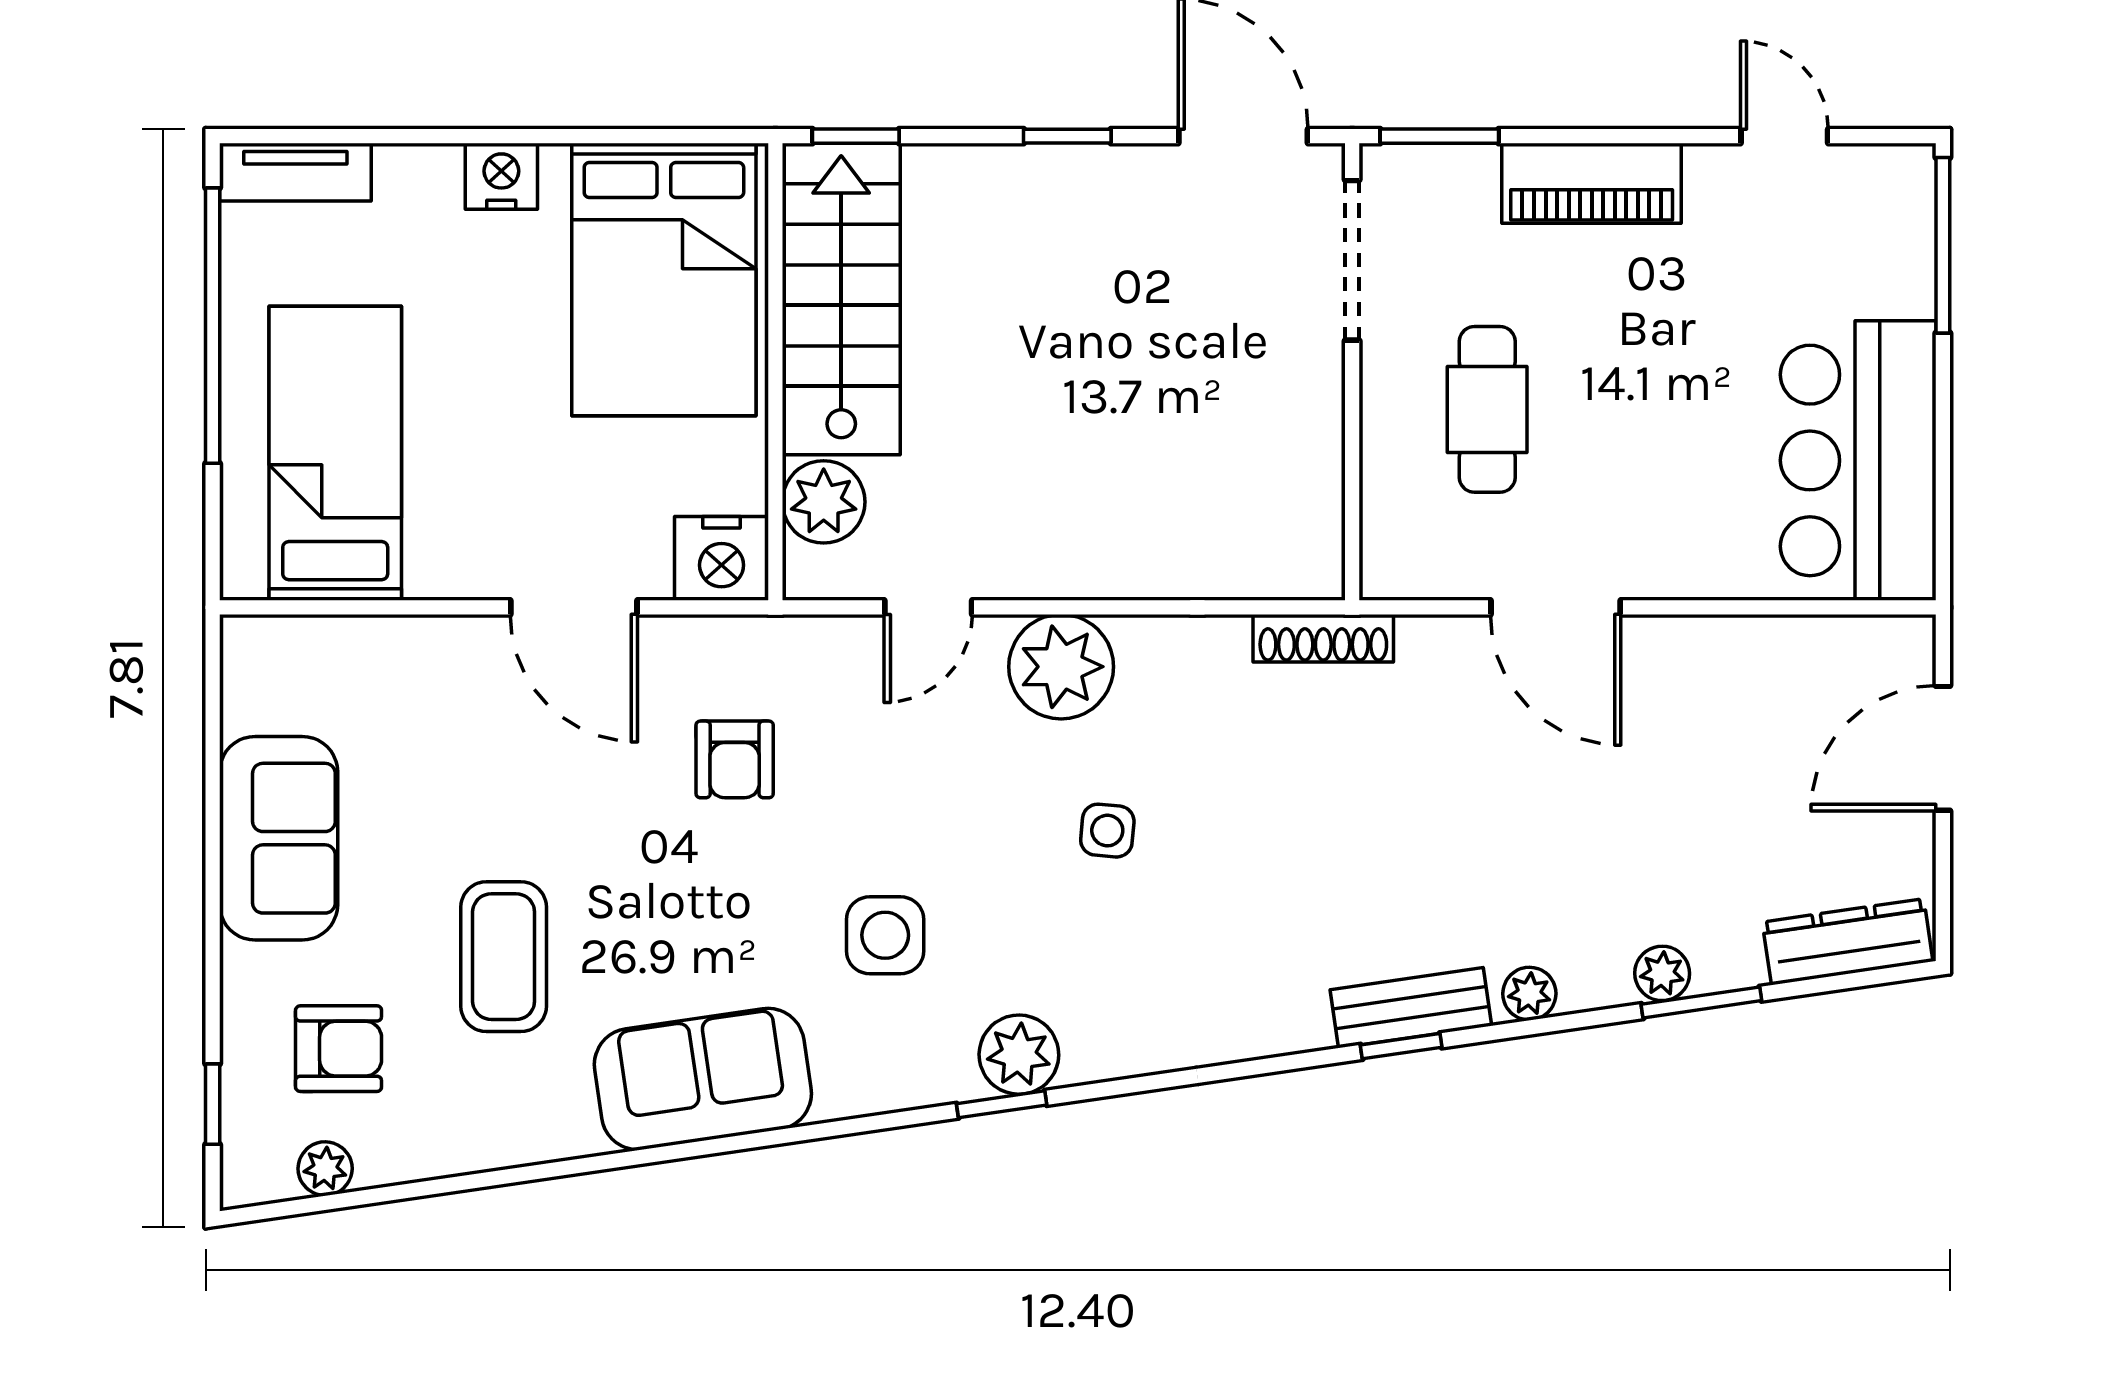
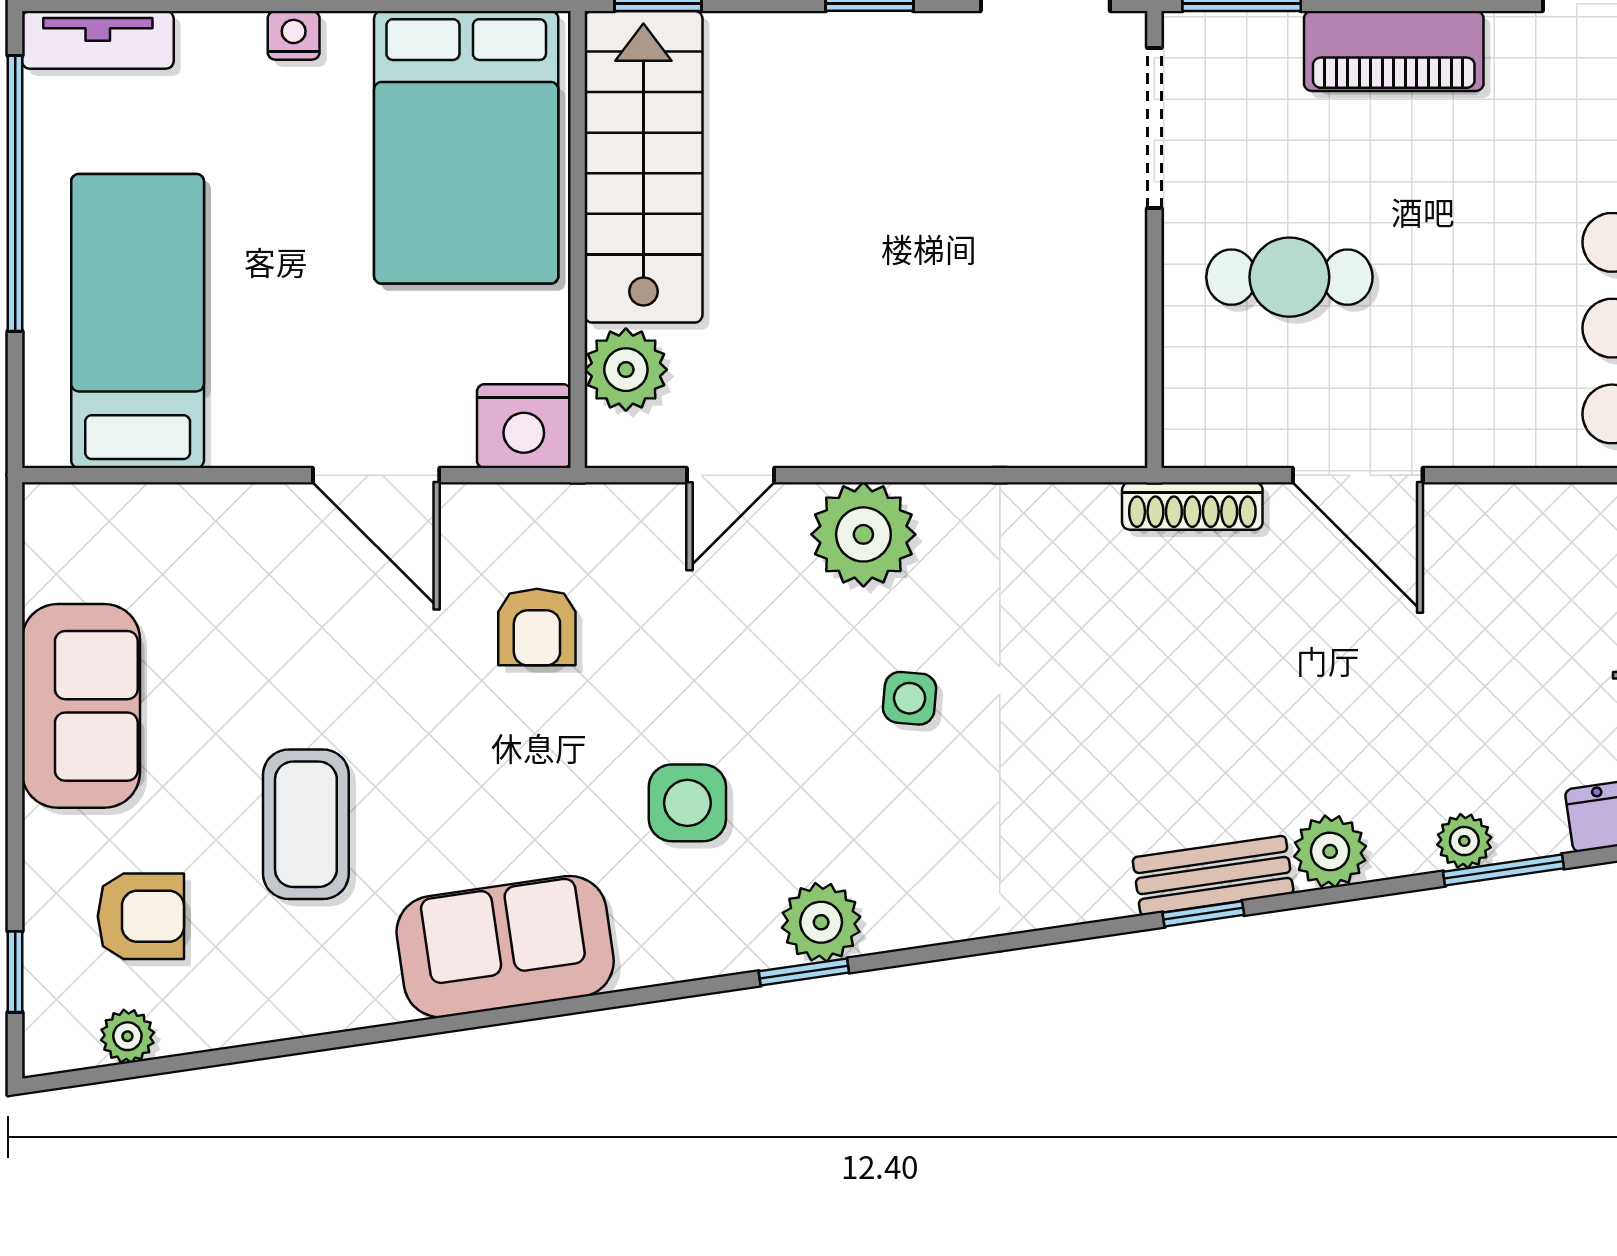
nightstand: (501, 176) -> (294, 35), width x0.72, depth x0.74
cafe table: (1487, 409) -> (1289, 277), turned 90
shoe rack: (1323, 638) -> (1192, 506), moved
plant: (1529, 994) -> (1330, 851), width x1.38, depth x1.38

